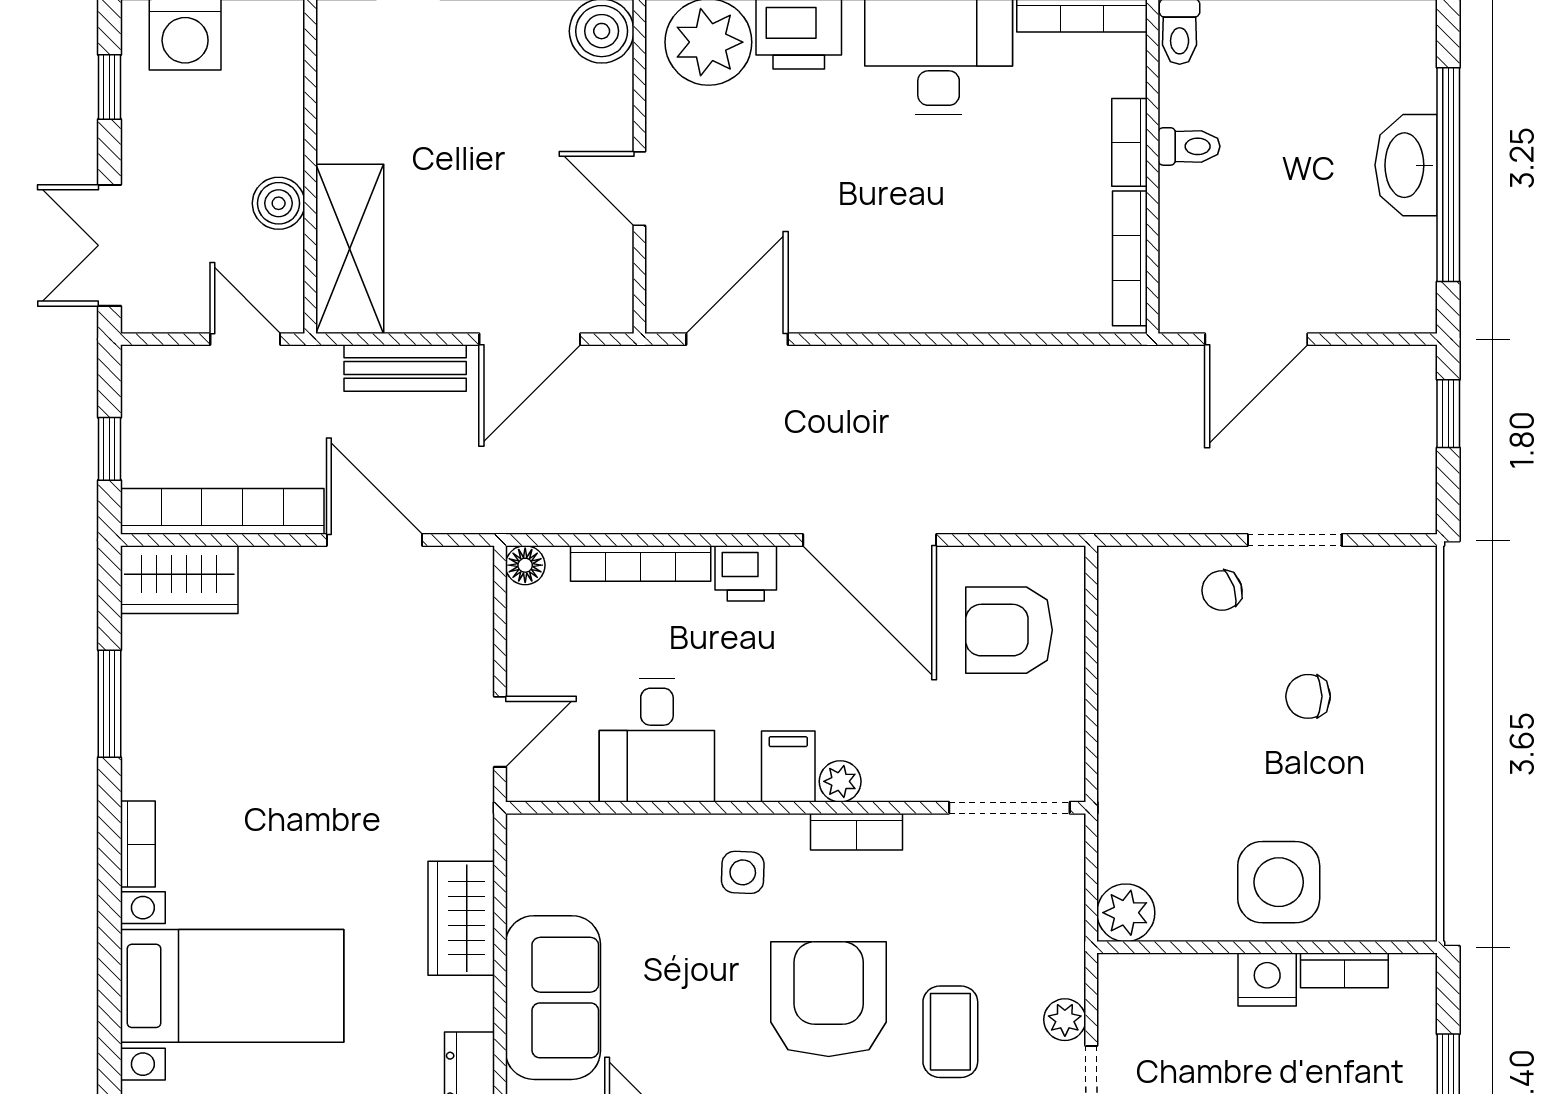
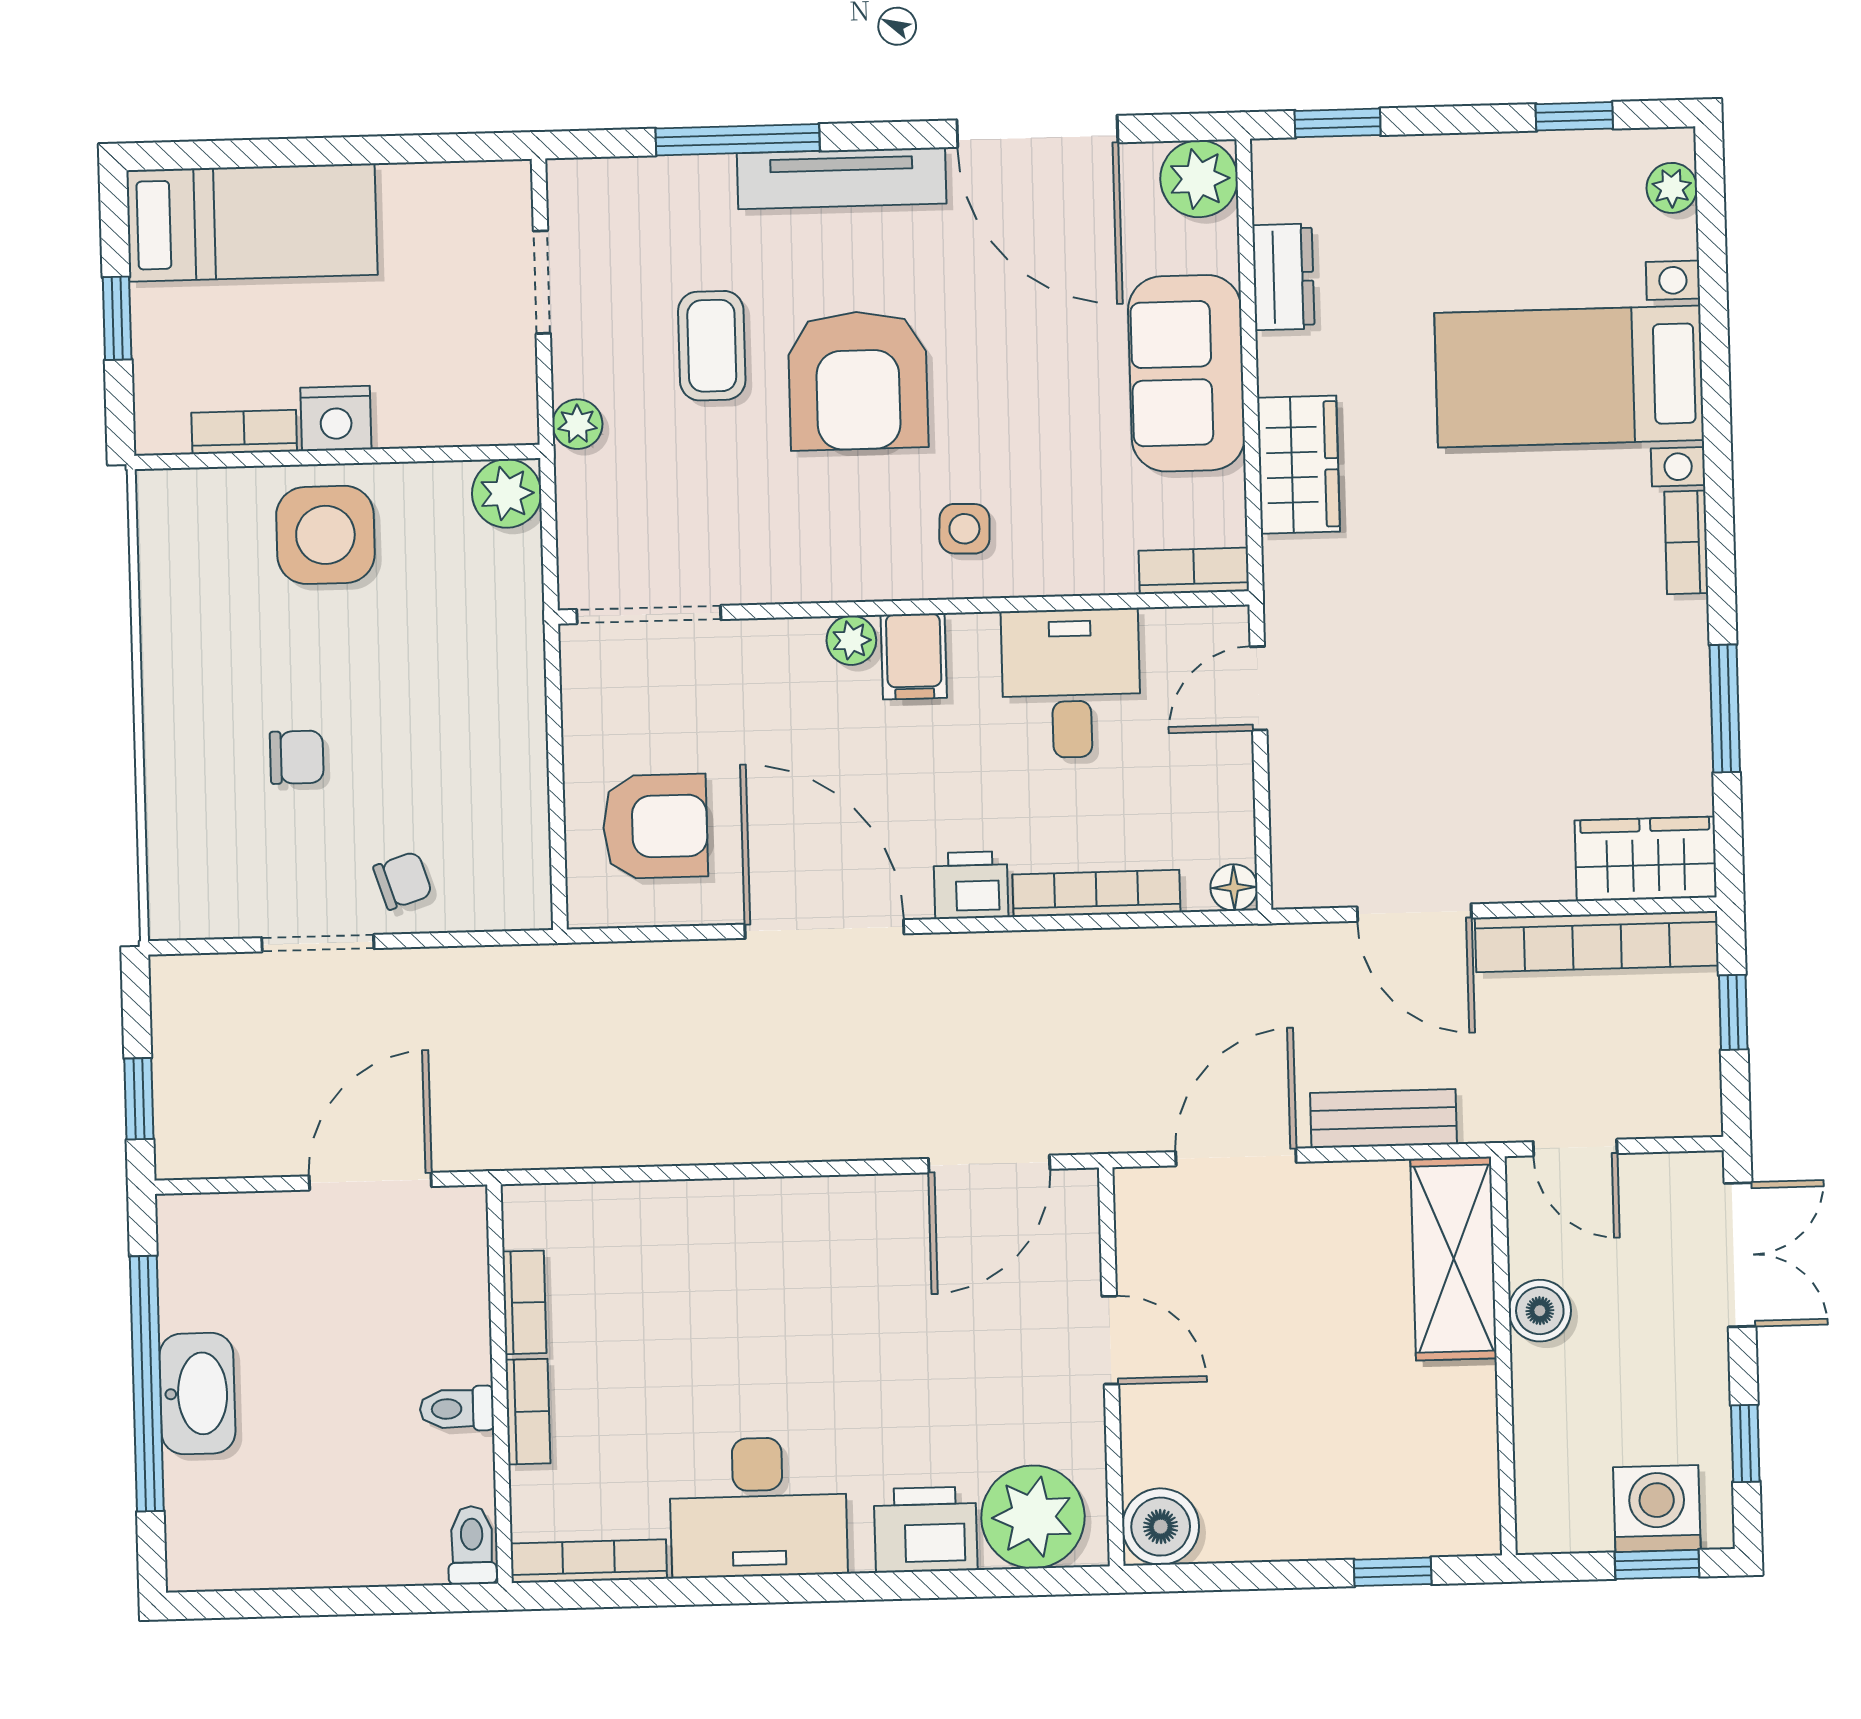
bookcase: (1130, 258) -> (524, 1302), width x0.64
bookcase: (856, 832) -> (1194, 571), moved
plant: (1065, 1020) -> (577, 424), moved

